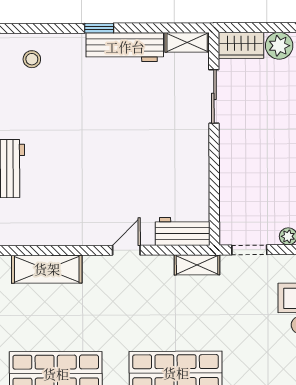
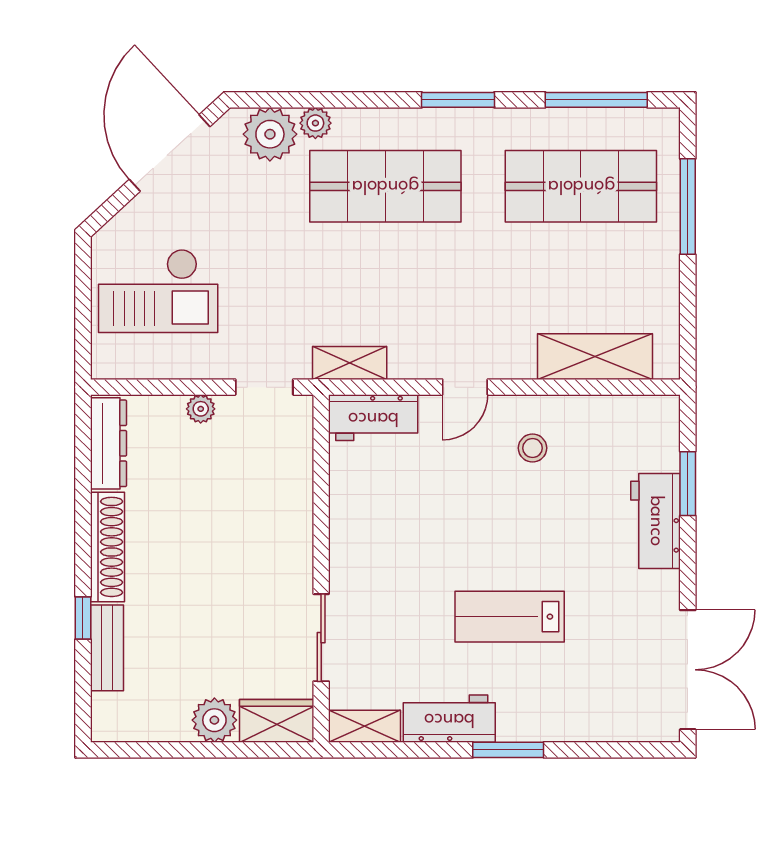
window: (99, 28) -> (508, 750), width x1.50
workbench: (125, 47) -> (449, 719), width x0.73
stool: (32, 59) -> (533, 448), moved
lab bench: (98, 110) -> (510, 617), added

